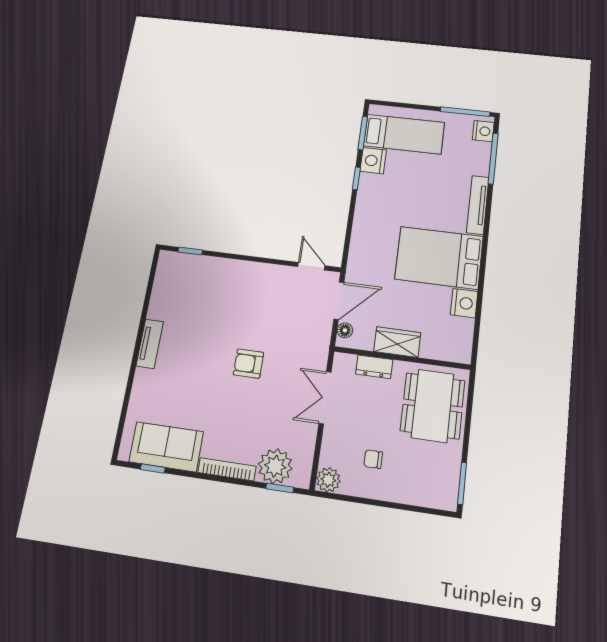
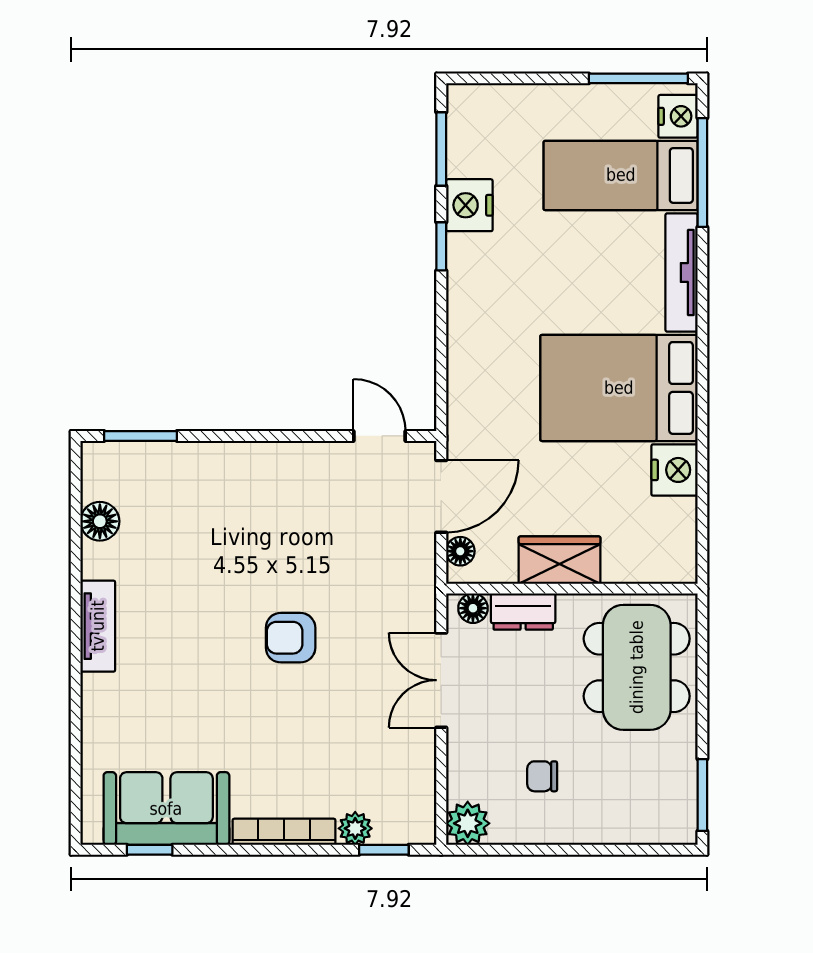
bed: (404, 134) -> (621, 175), moved, turned 180
window: (190, 251) -> (140, 436), width x1.50
floor lamp: (162, 290) -> (100, 521), added
floor lamp: (348, 361) -> (473, 608), added
plant: (275, 466) -> (355, 828), width x0.53, depth x0.53

